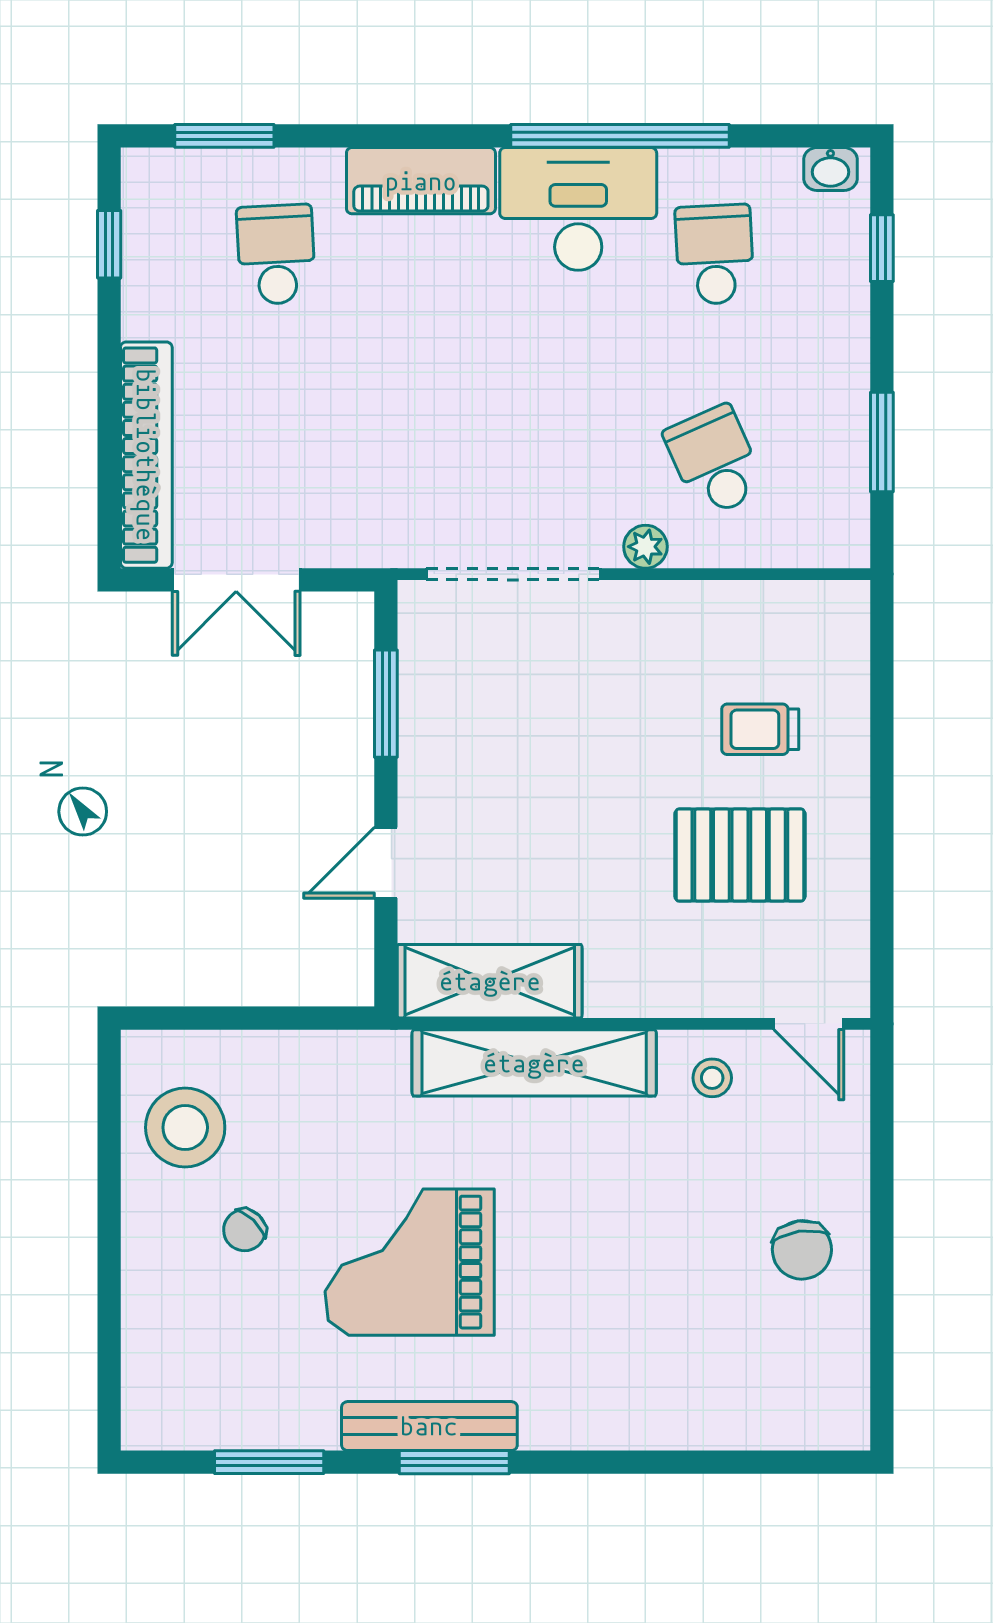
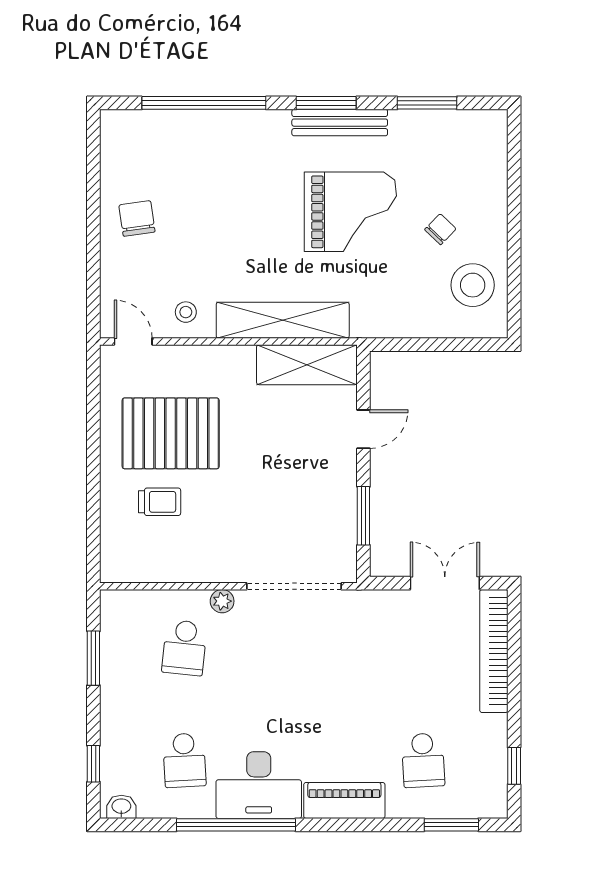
school desk: (715, 461) -> (184, 648), turned 30
pallet: (740, 855) -> (171, 433), width x1.37, depth x1.41
window: (679, 1462) -> (204, 103), added

